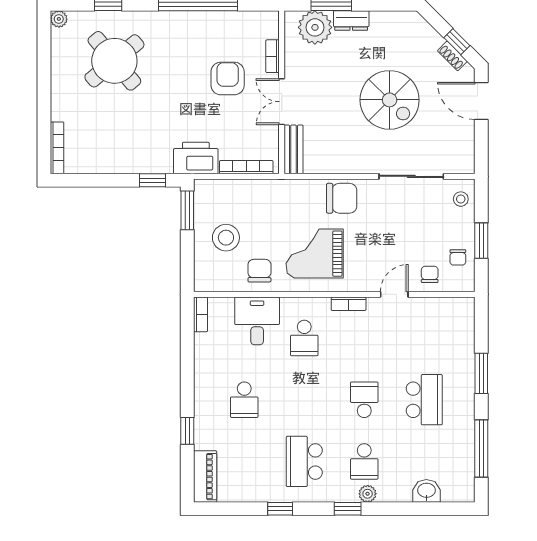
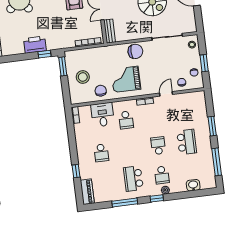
printer: (196, 158) -> (35, 45), moved
window: (280, 509) -> (125, 203), width x2.17

